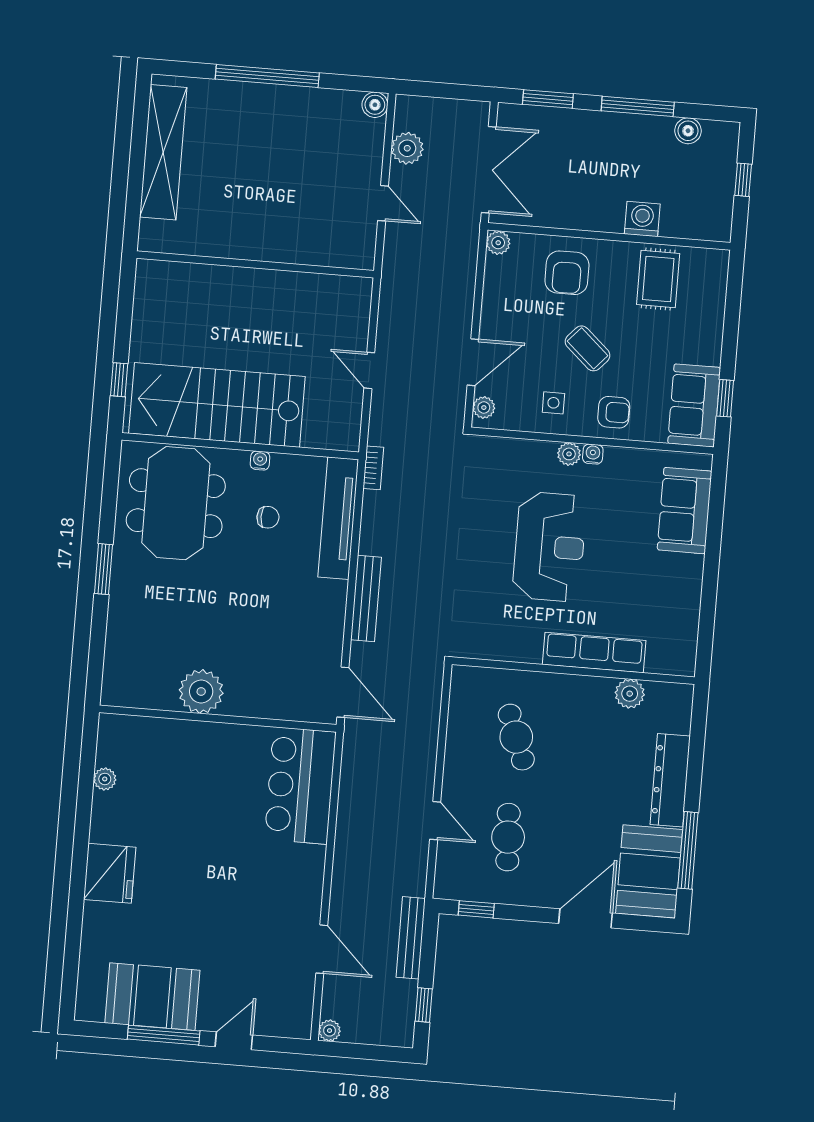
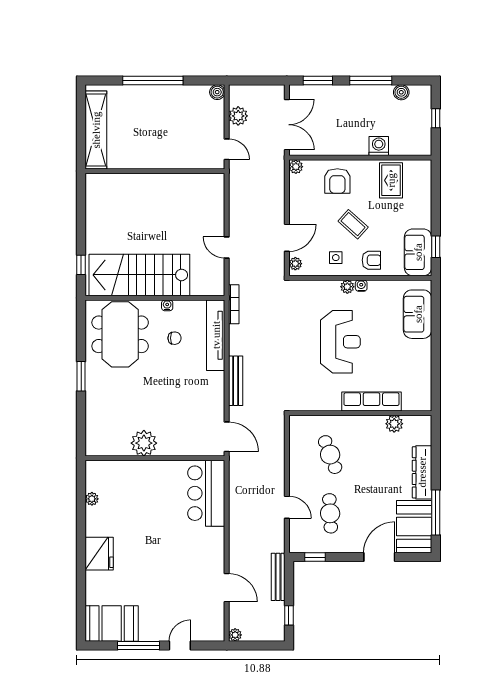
wall: (255, 264) -> (155, 171), moved
bookcase: (373, 468) -> (234, 304), width x1.56
booth: (152, 997) -> (112, 624), moved

